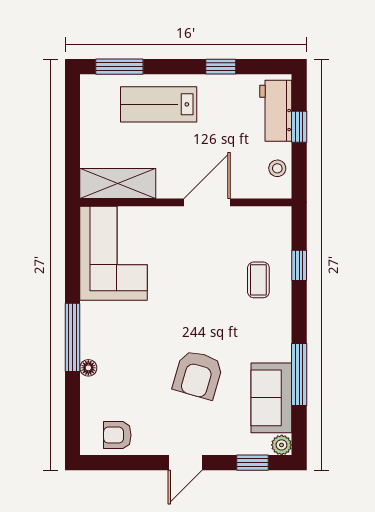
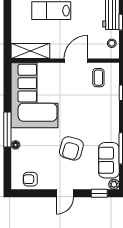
corner sofa: (114, 253) -> (35, 95), width x1.36, depth x1.36
coffee table: (258, 280) -> (98, 78), moved

